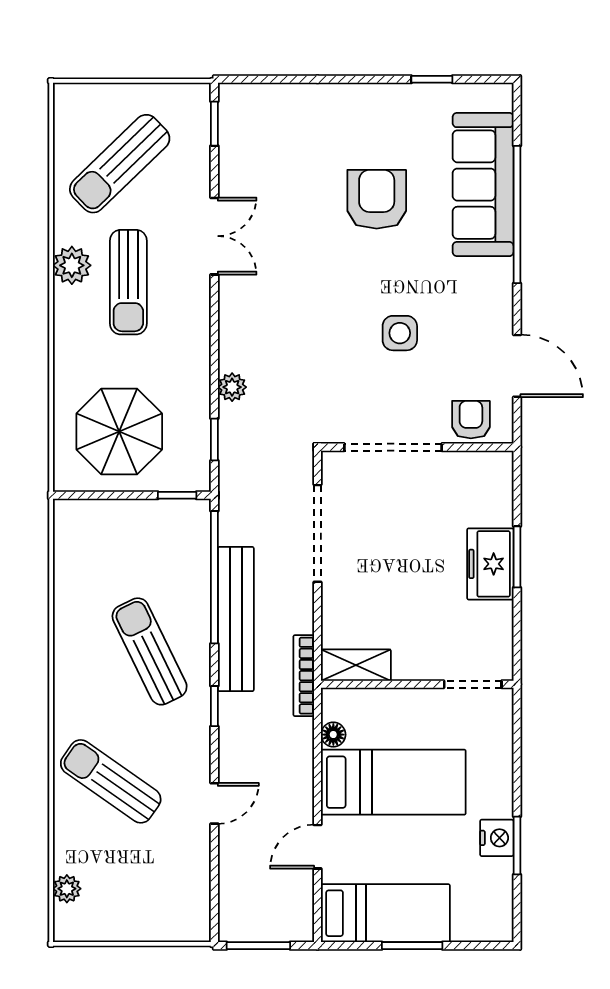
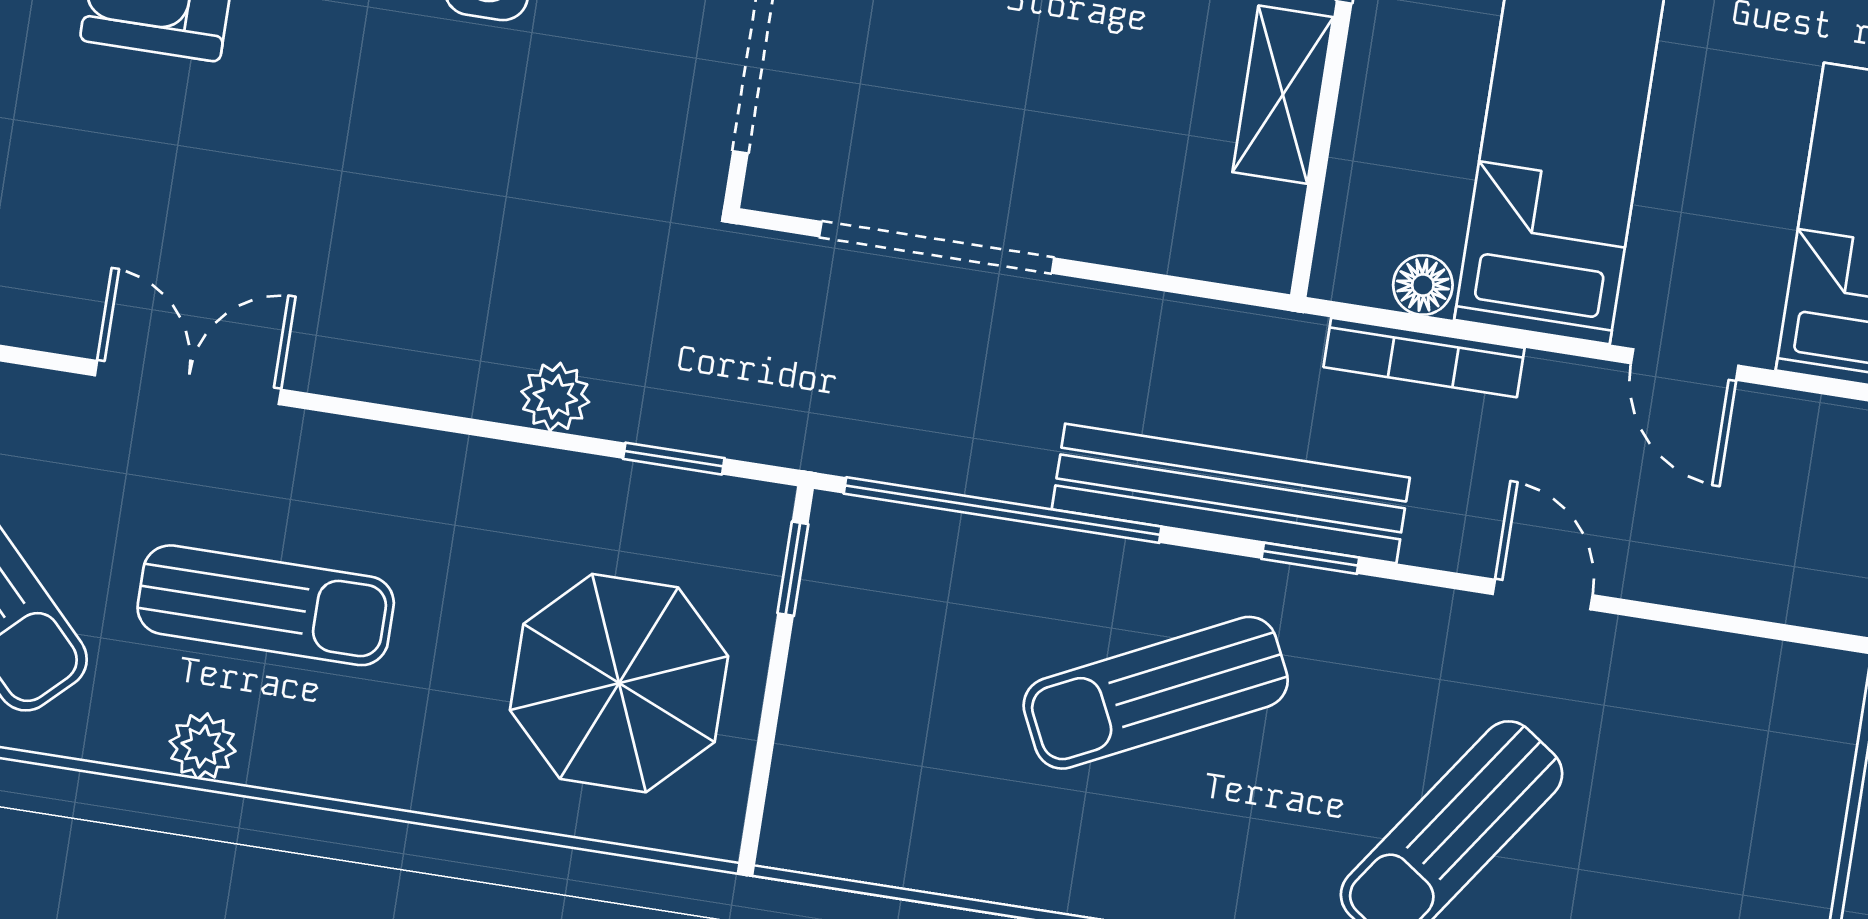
plant: (72, 265) -> (203, 746), width x0.73, depth x0.73
bench: (236, 619) -> (1231, 493), moved
shelving: (356, 665) -> (1283, 95), moved
bookcase: (304, 676) -> (1424, 357), moved

